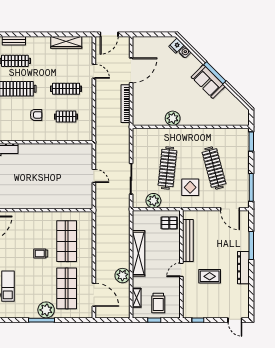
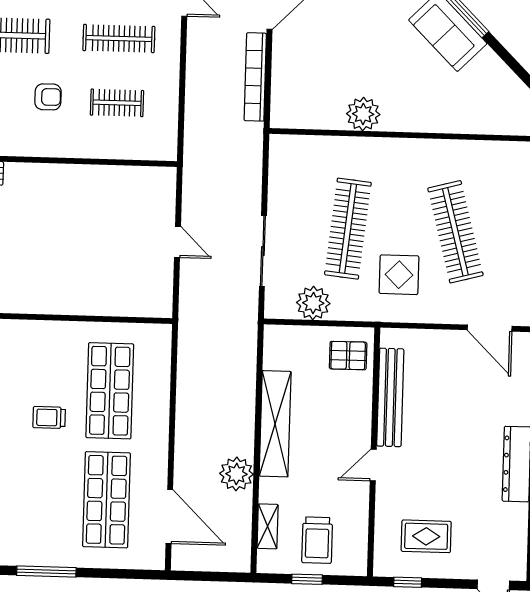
rug: (210, 276) -> (426, 536), moved
plant: (46, 310) -> (57, 548), removed

